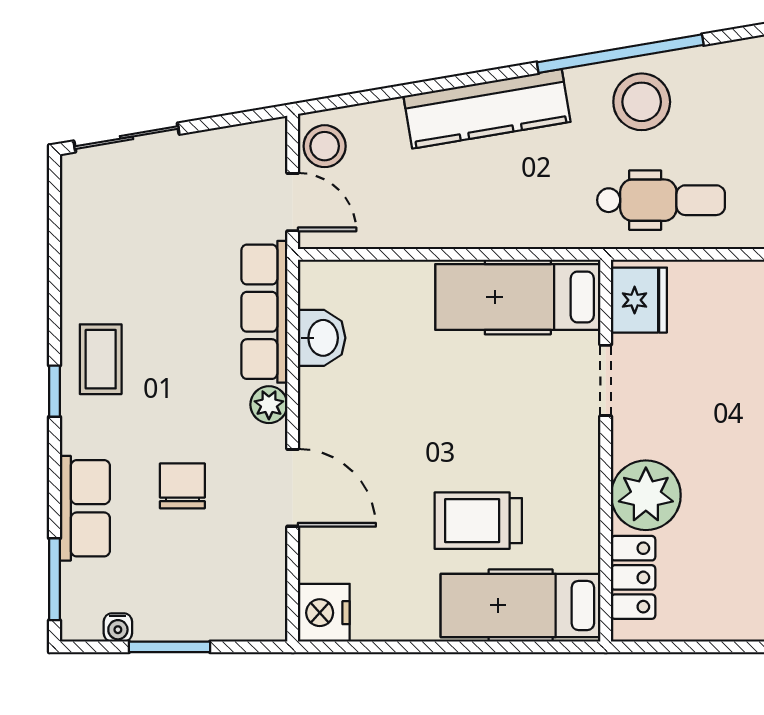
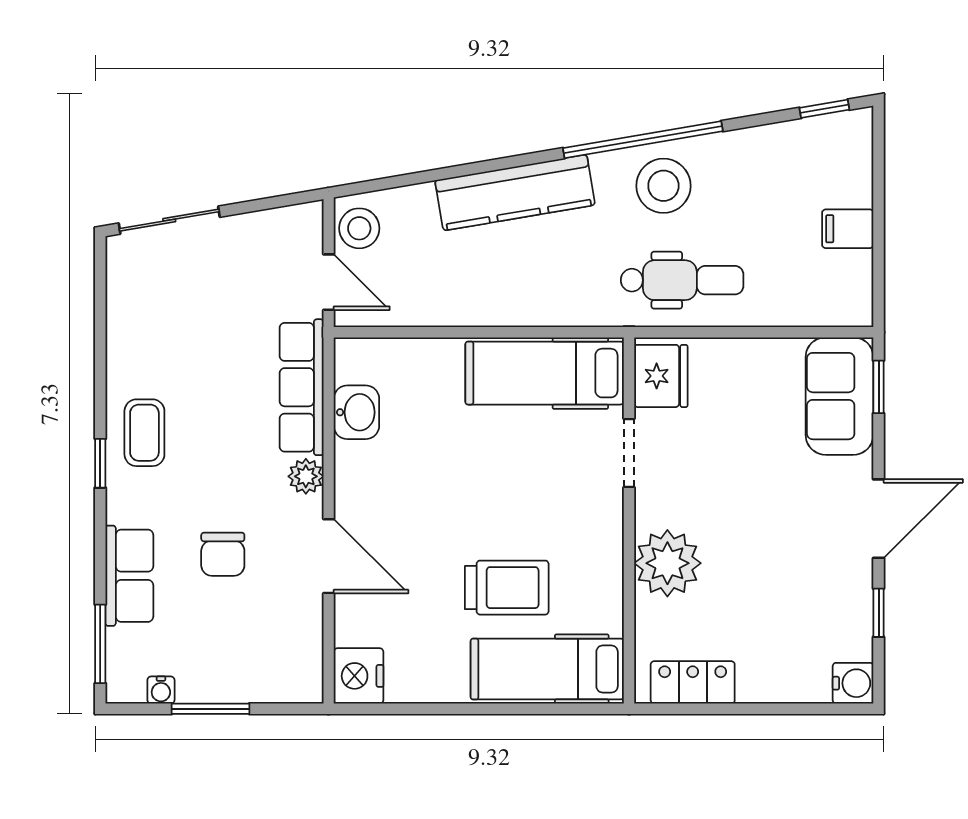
chair: (182, 486) -> (223, 554), turned 180
trolley: (478, 521) -> (507, 588), turned 180
locker: (633, 577) -> (693, 682), moved, turned -90

